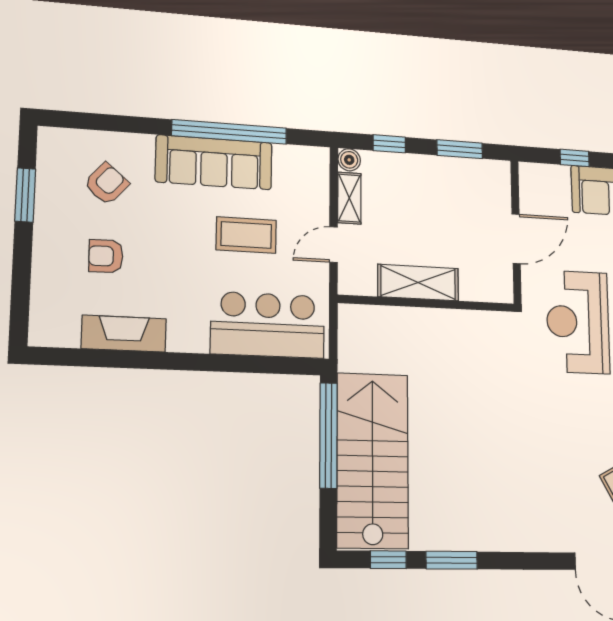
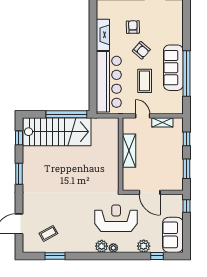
window: (575, 158) -> (186, 206), moved
boiler: (349, 160) -> (178, 122), removed
armchair: (106, 184) -> (141, 50), moved
bar counter: (268, 325) -> (109, 82), width x1.36
window: (452, 560) -> (19, 174), moved

